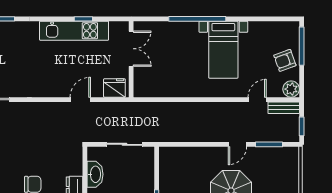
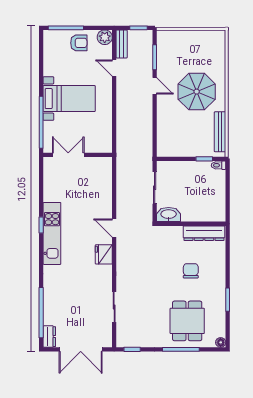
double door: (131, 49) -> (68, 155), moved
wall: (131, 59) -> (78, 155), moved
armchair: (285, 60) -> (79, 43), turned -70
fridge: (114, 88) -> (104, 254), moved
washbasin: (95, 174) -> (169, 215), moved

